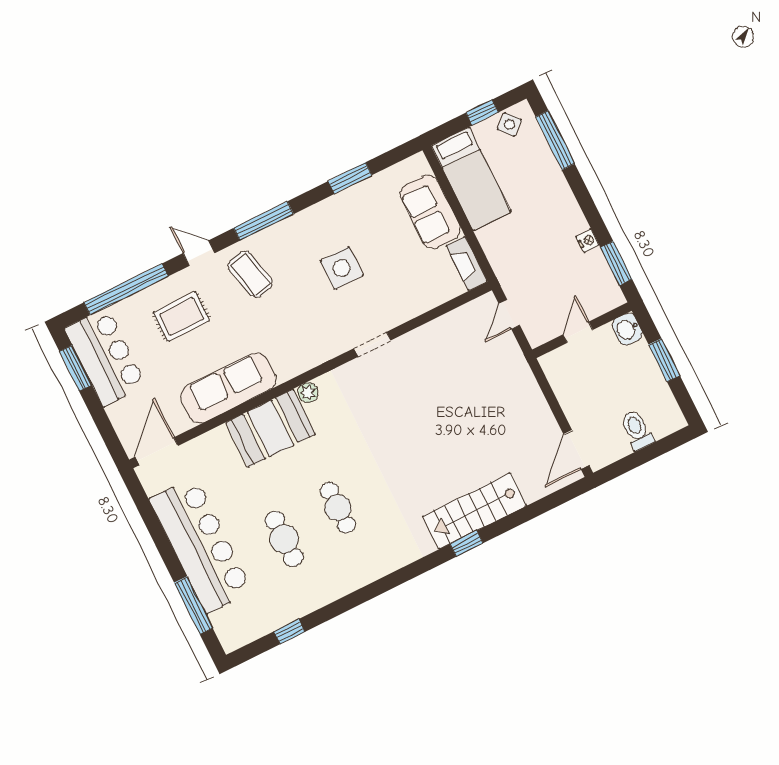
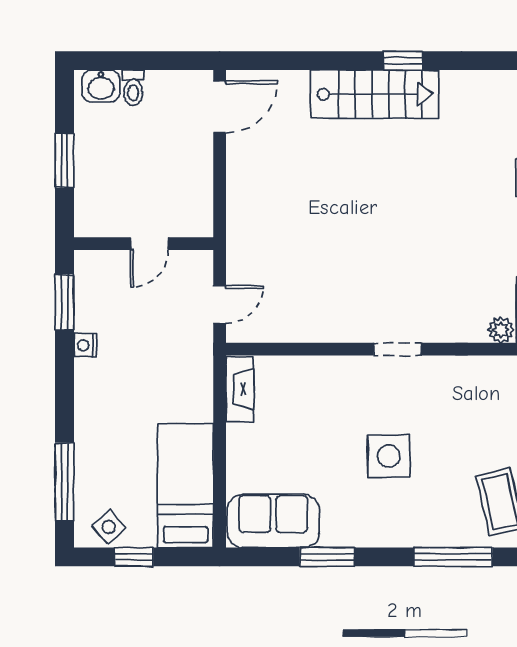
sofa: (430, 212) -> (273, 521), moved, turned -90
washbasin: (627, 329) -> (101, 86), moved, turned 90
toilet: (637, 430) -> (133, 88), width x0.73, depth x0.72

